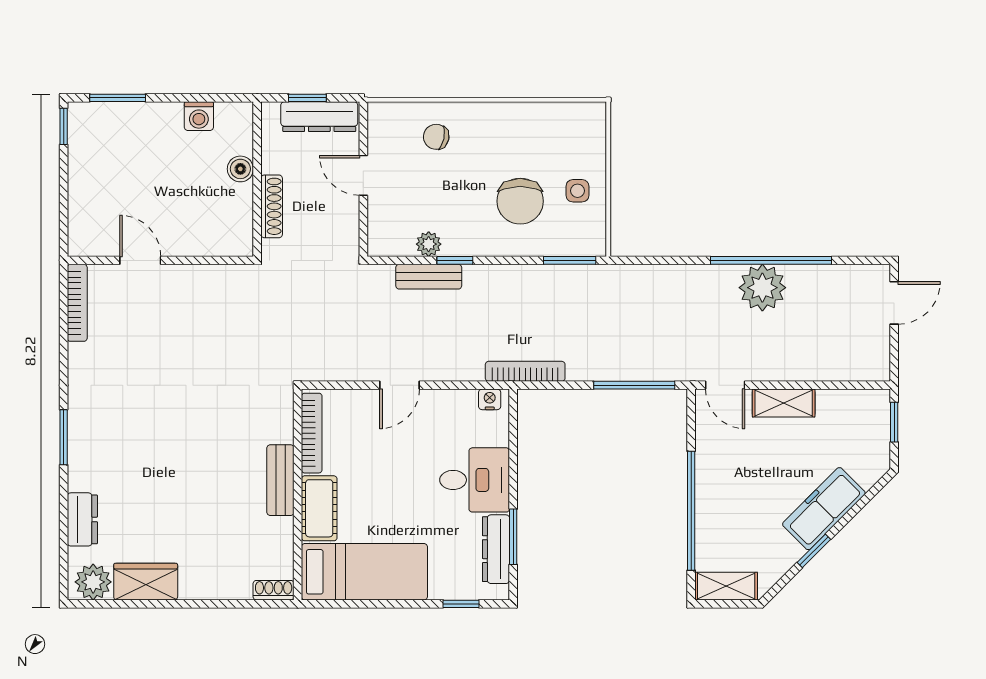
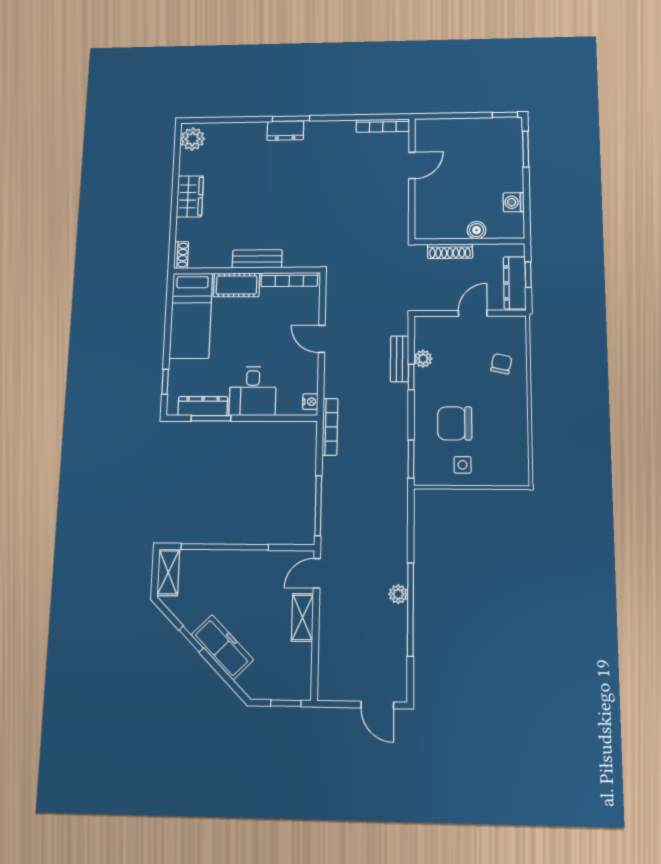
plant: (762, 288) -> (398, 594), width x0.53, depth x0.53
dresser: (82, 519) -> (285, 131), moved
wardrobe: (146, 582) -> (190, 196), moved

